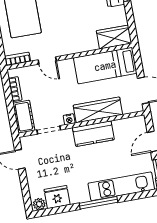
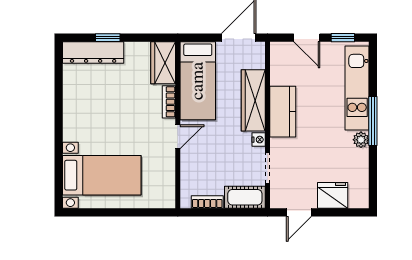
bookcase: (18, 59) -> (169, 102), moved
door: (47, 60) -> (178, 137), moved
fridge: (57, 197) -> (333, 195), moved, turned 90
plant: (39, 204) -> (361, 140), moved

